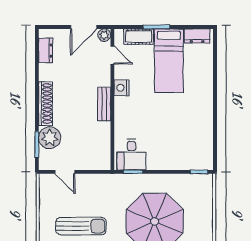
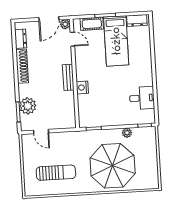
nightstand: (122, 88) -> (82, 87), moved
shoe rack: (45, 104) -> (22, 66), moved
desk: (132, 154) -> (142, 98), moved, turned -90
plant: (176, 180) -> (127, 133), added

